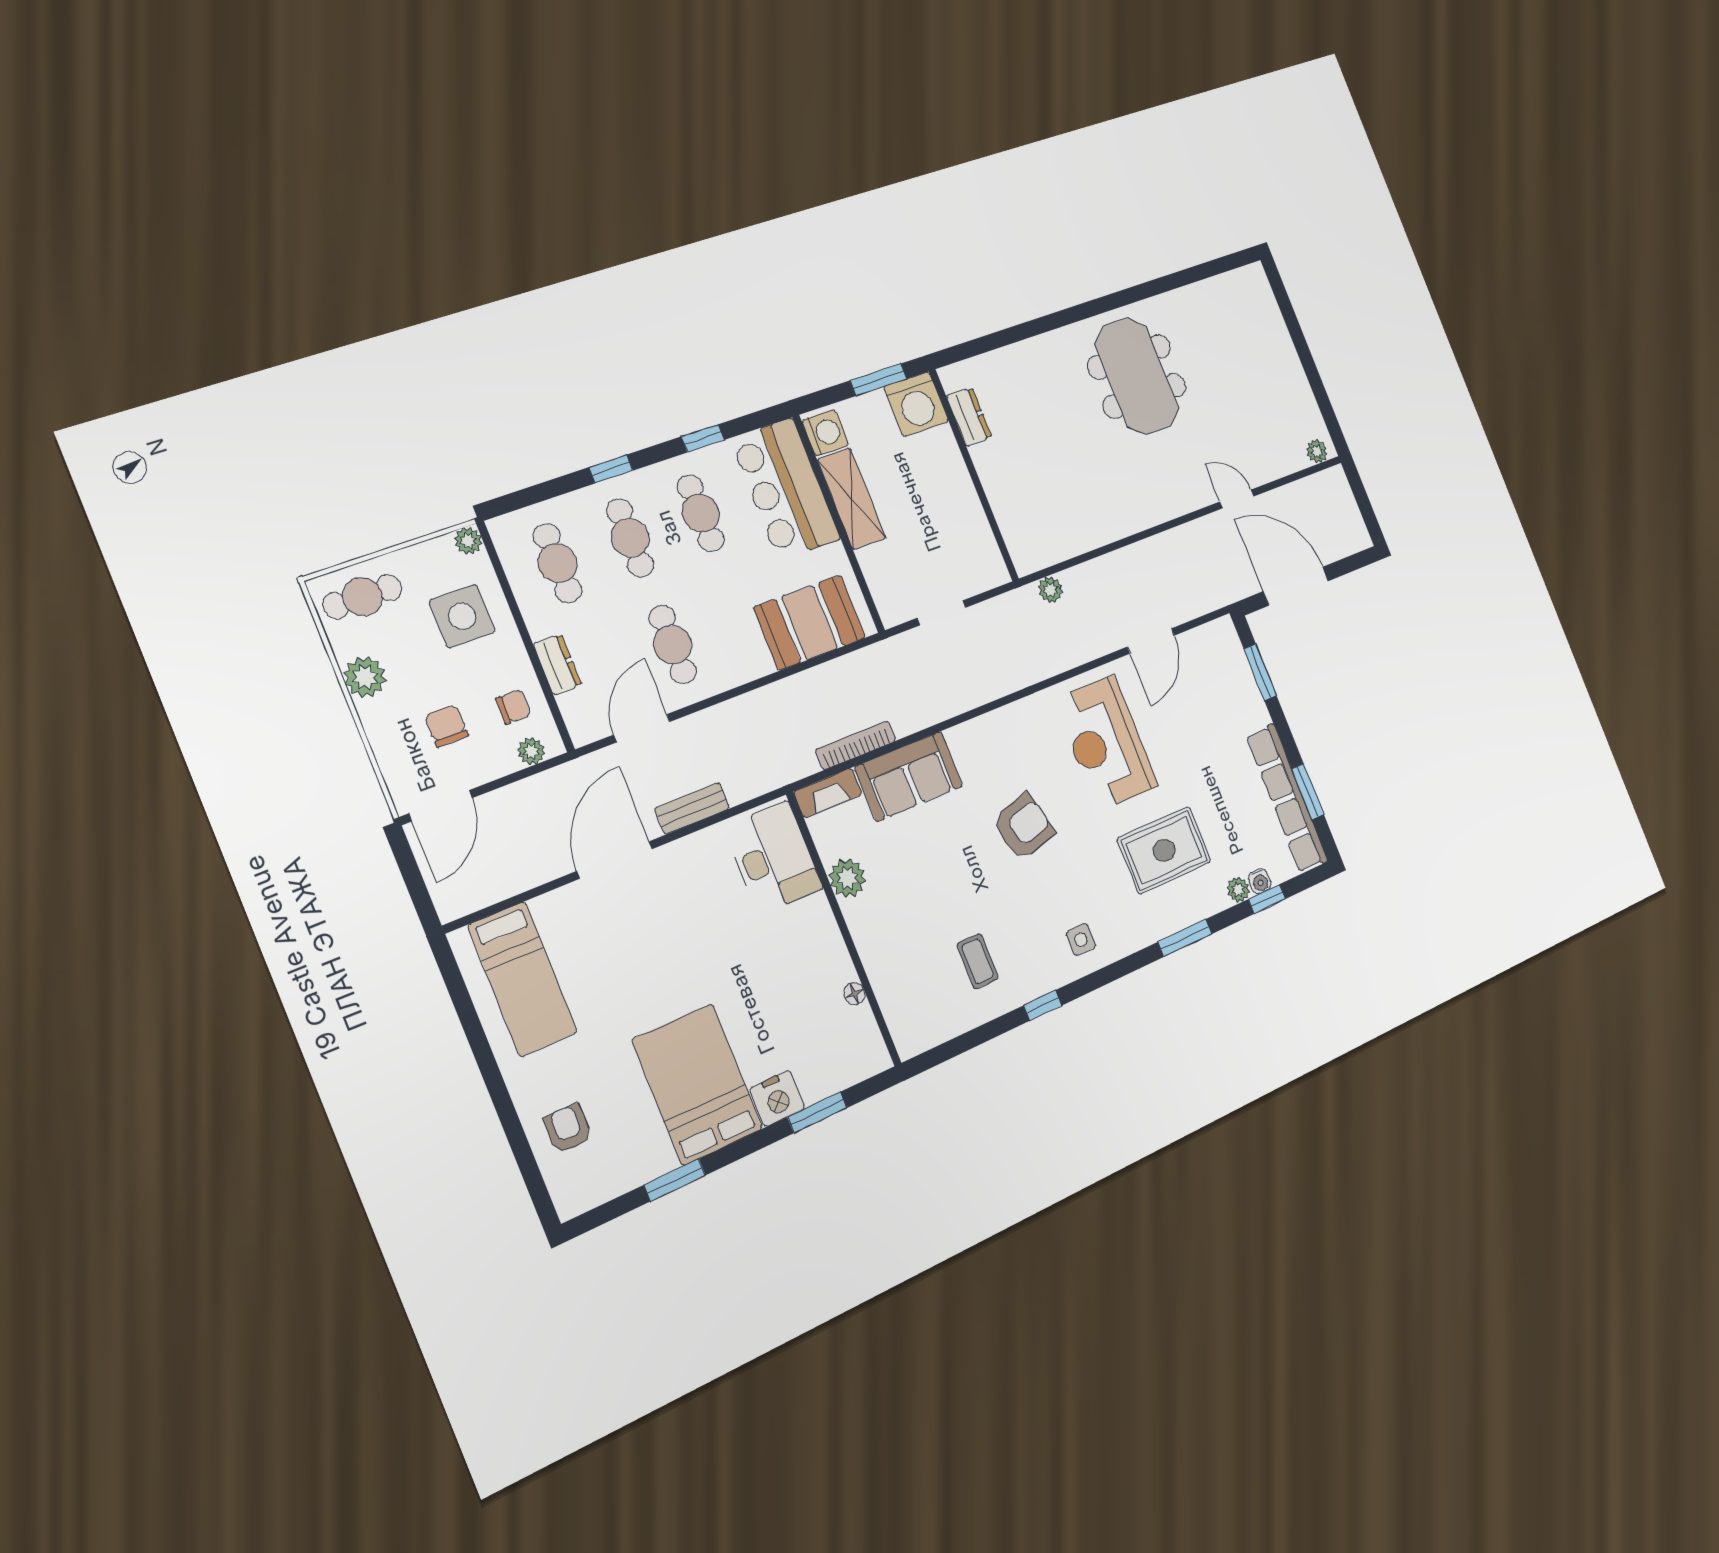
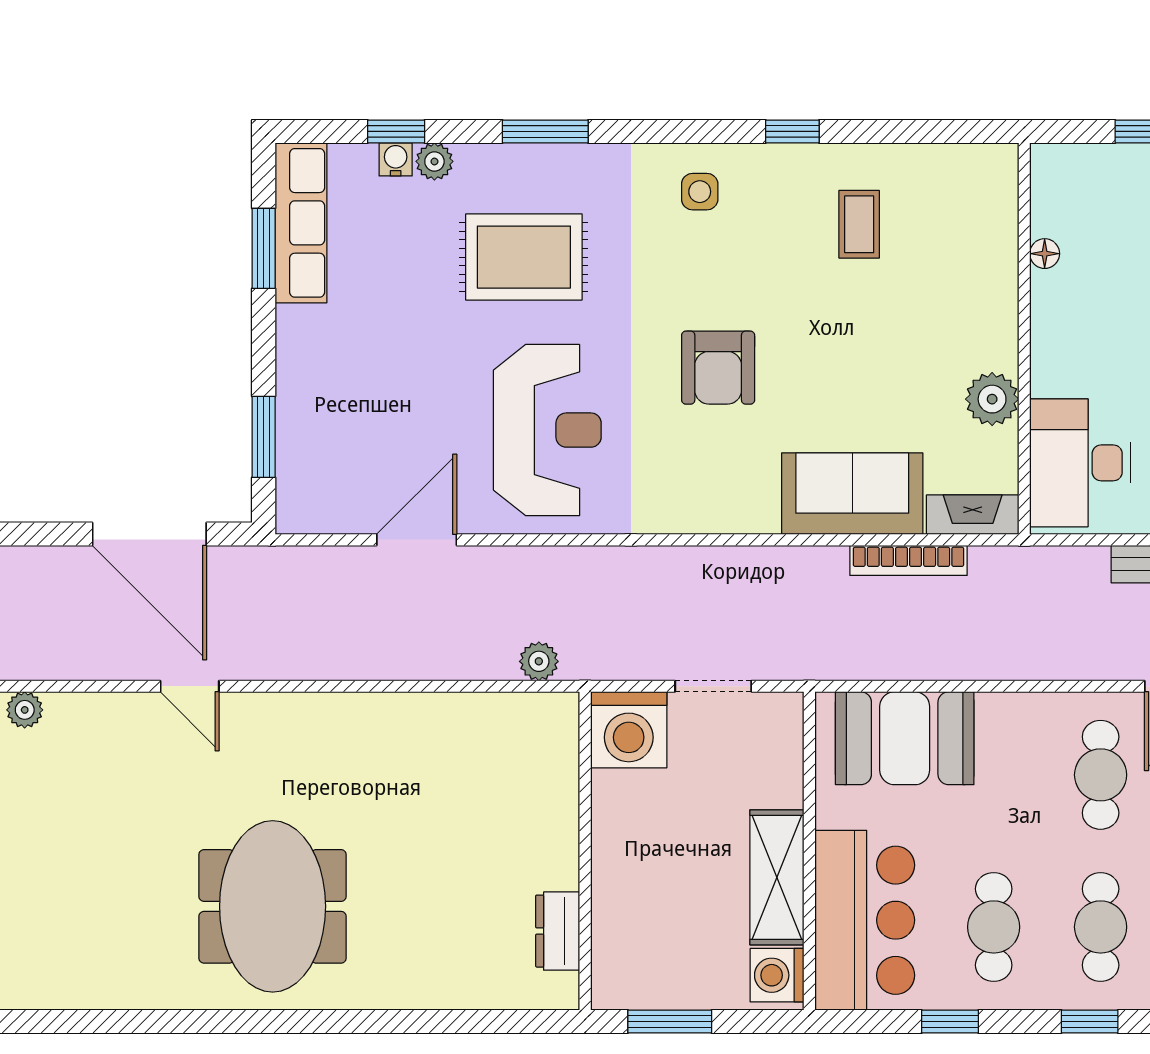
washing machine: (916, 404) -> (629, 730), moved, turned 180
row of seats: (1287, 798) -> (301, 223), width x0.73
armchair: (1023, 827) -> (718, 368), turned -75

